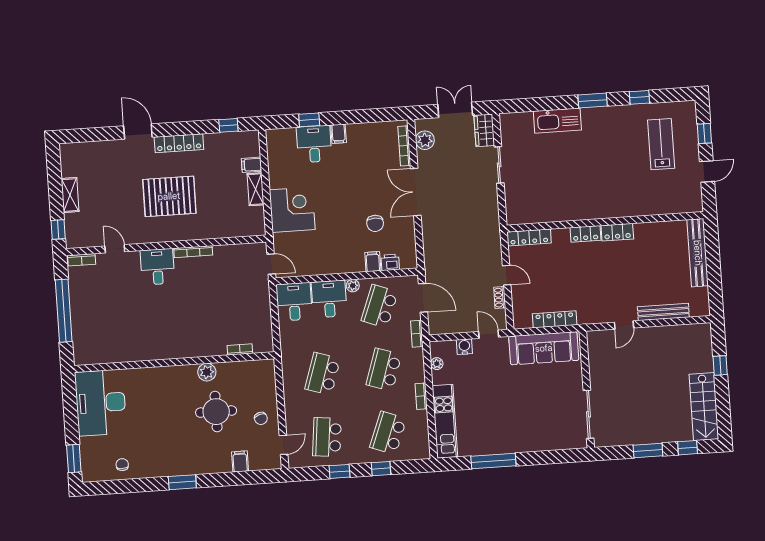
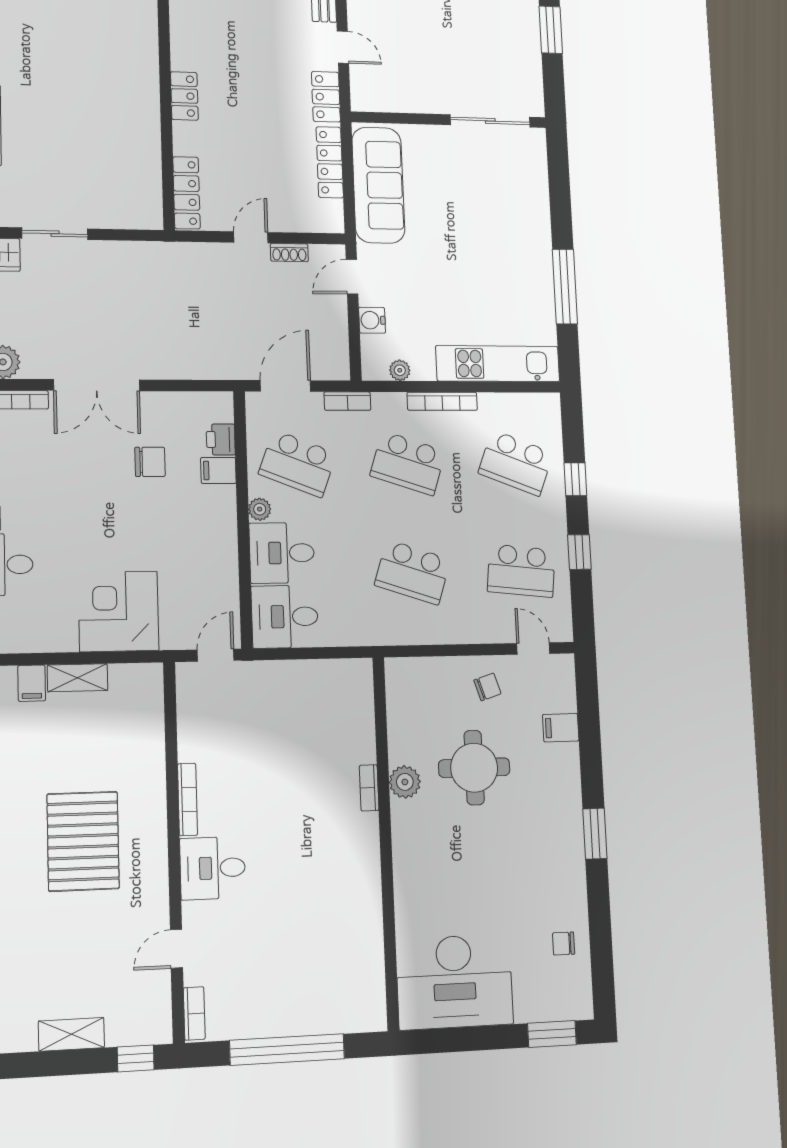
locker: (617, 232) -> (326, 97), moved, turned 180
bookcase: (240, 349) -> (369, 788), moved
bookcase: (421, 396) -> (442, 401), width x1.56

